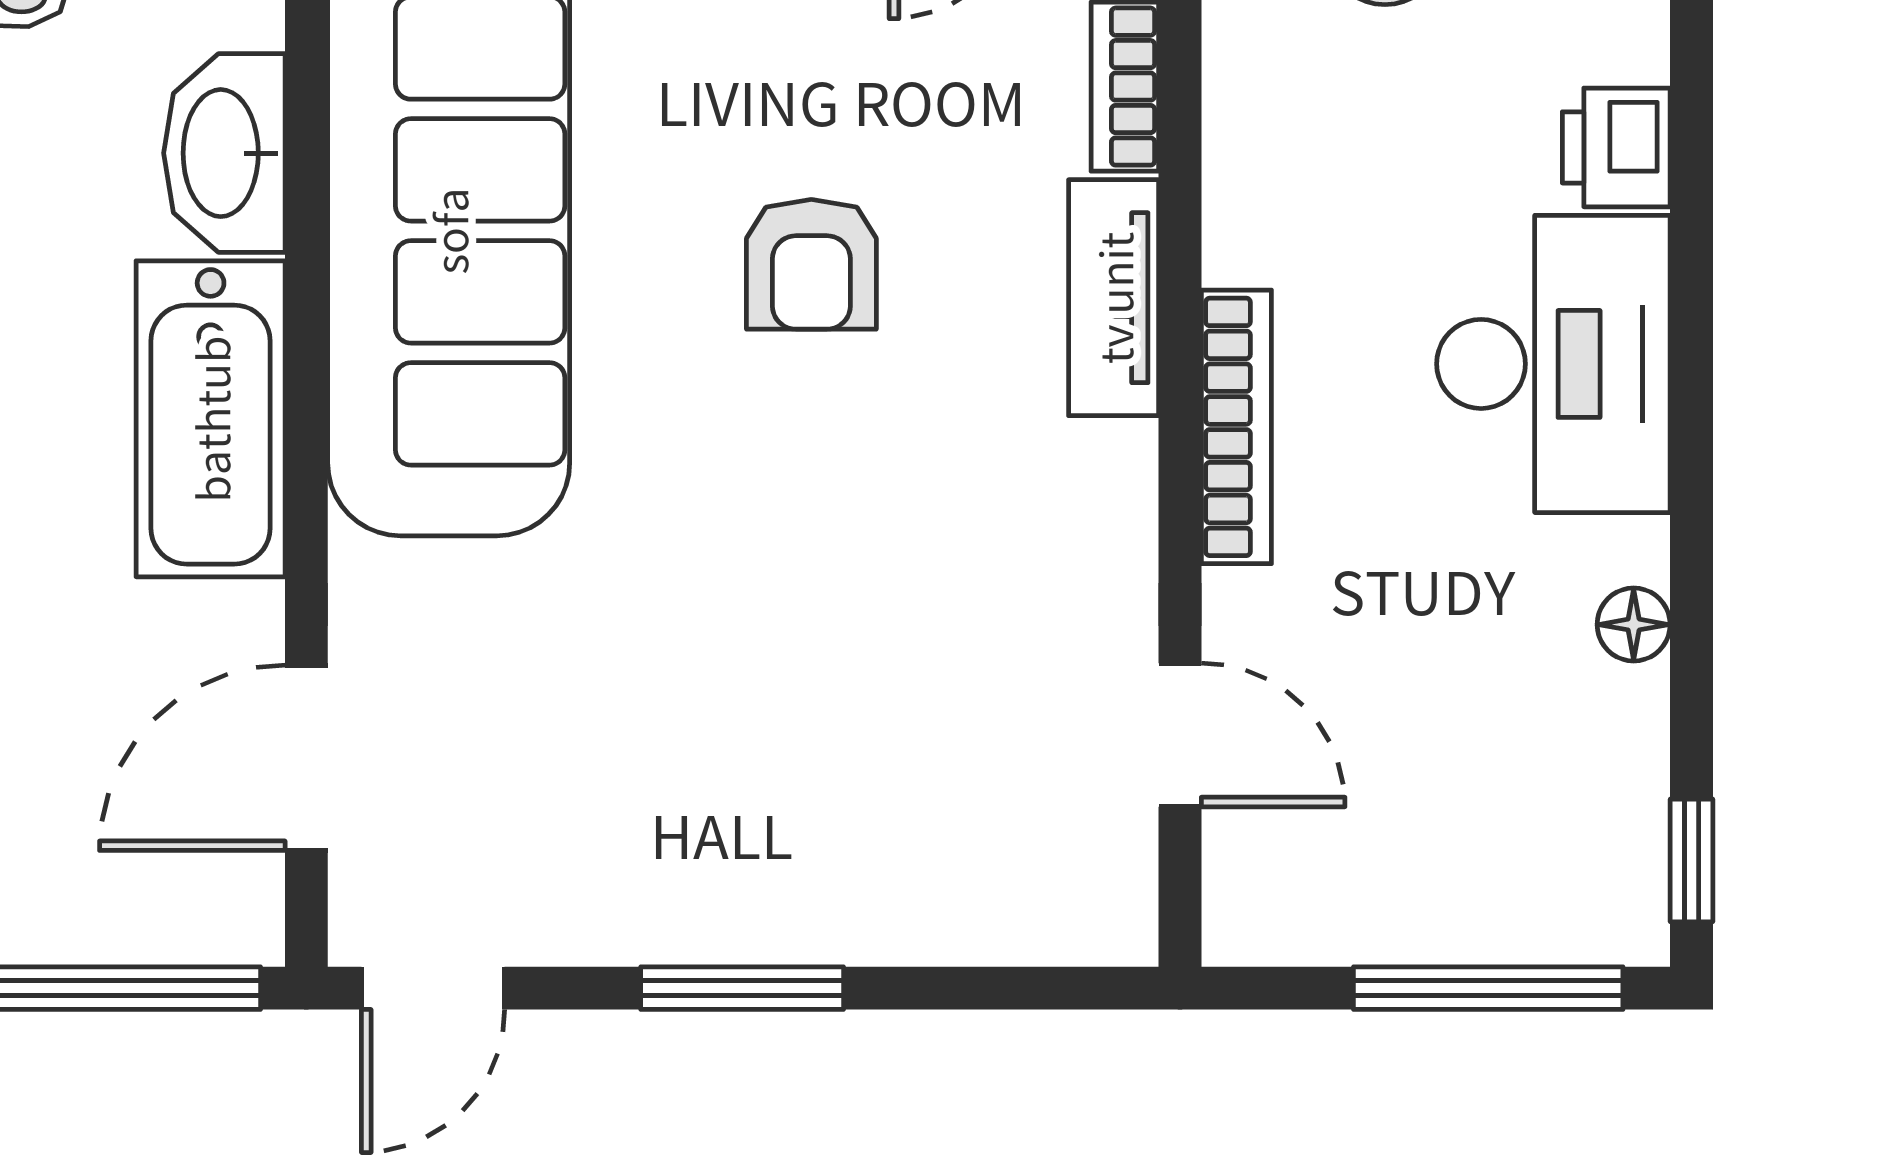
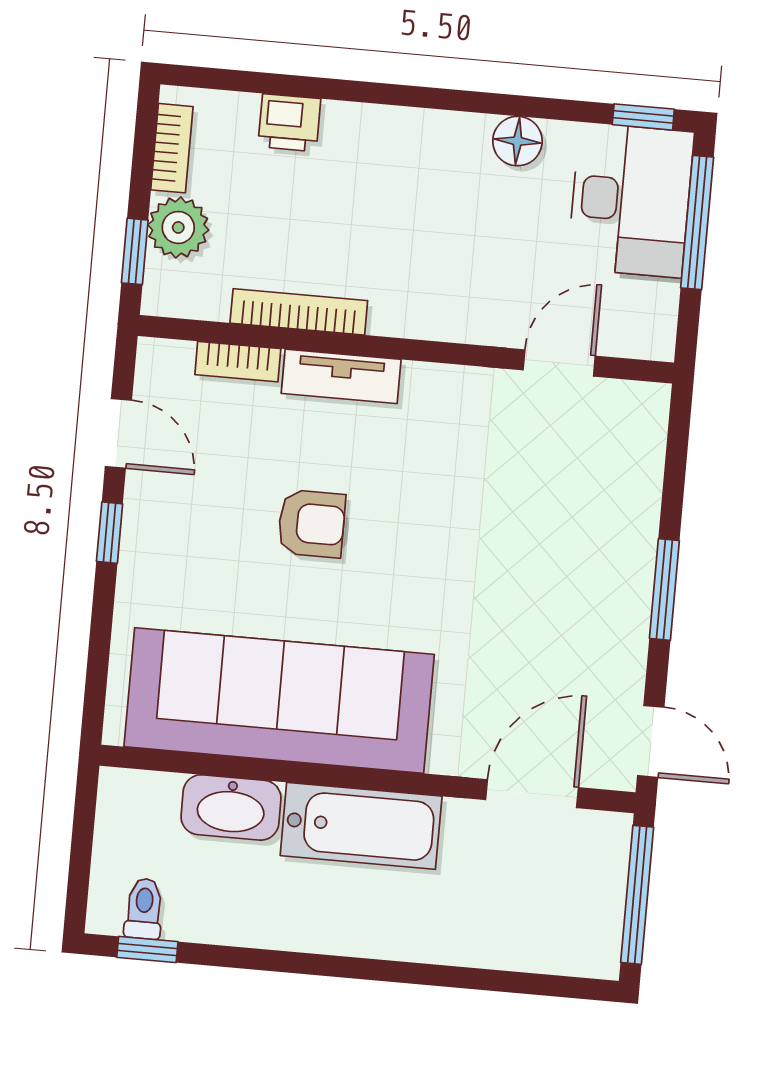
desk: (1553, 364) -> (631, 200), moved, turned 90
bookcase: (1236, 427) -> (299, 312), moved
floor lamp: (1634, 625) -> (517, 141), width x1.37, depth x1.37
door: (306, 758) -> (532, 794), swing flipped

